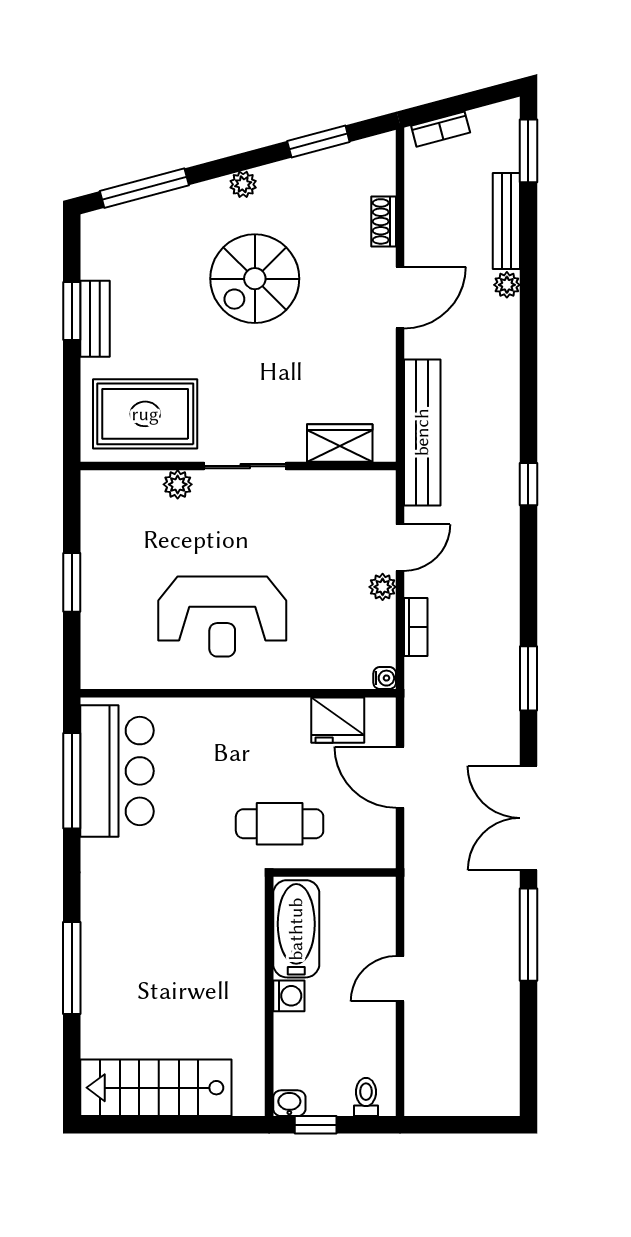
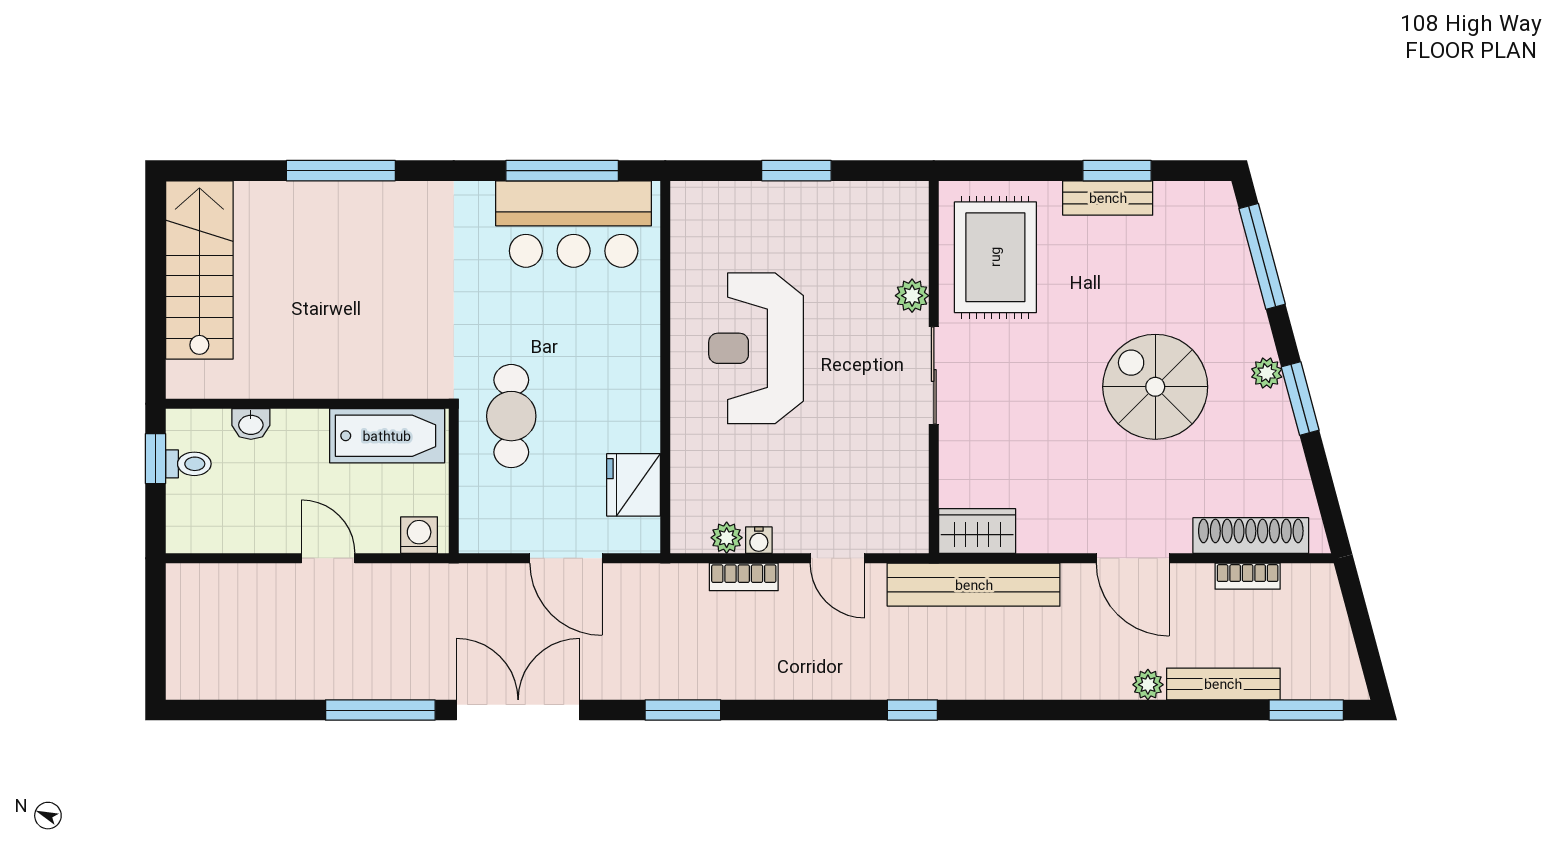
bookcase: (441, 129) -> (1248, 576), moved, turned -75
window: (318, 142) -> (1300, 398), moved
shoe rack: (384, 221) -> (1251, 536), width x1.94, depth x1.24
wardrobe: (340, 443) -> (977, 531), moved, turned -90
plant: (383, 587) -> (727, 538), moved
water cooler: (385, 678) -> (759, 540), moved
door: (400, 777) -> (566, 558), swing flipped
washing machine: (289, 996) -> (419, 535), moved, turned 180
toilet: (366, 1097) -> (188, 464), moved
washbasin: (289, 1103) -> (251, 424), moved, turned 90

